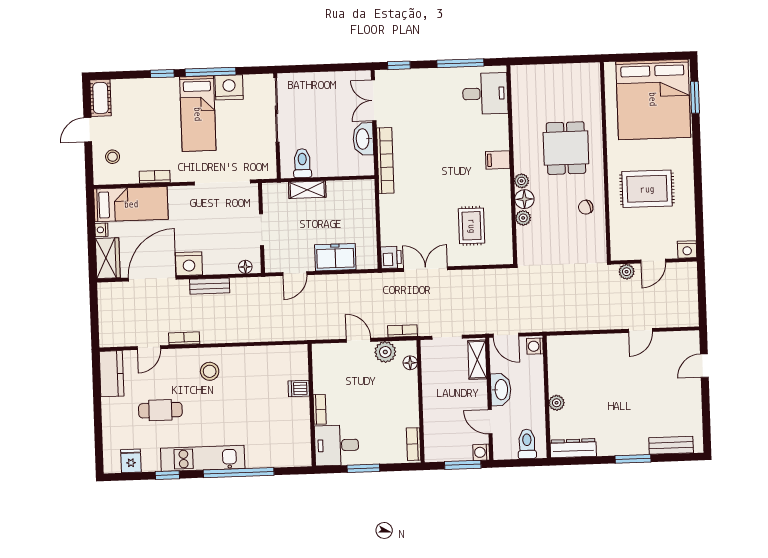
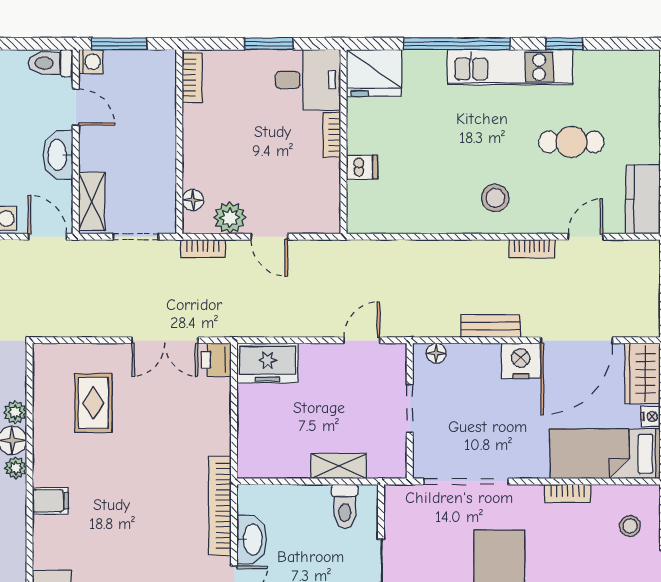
freezer: (335, 257) -> (268, 363), moved
toilet: (527, 444) -> (50, 63), moved, turned 90
fridge: (131, 461) -> (374, 73), moved, width x1.88, depth x1.34

